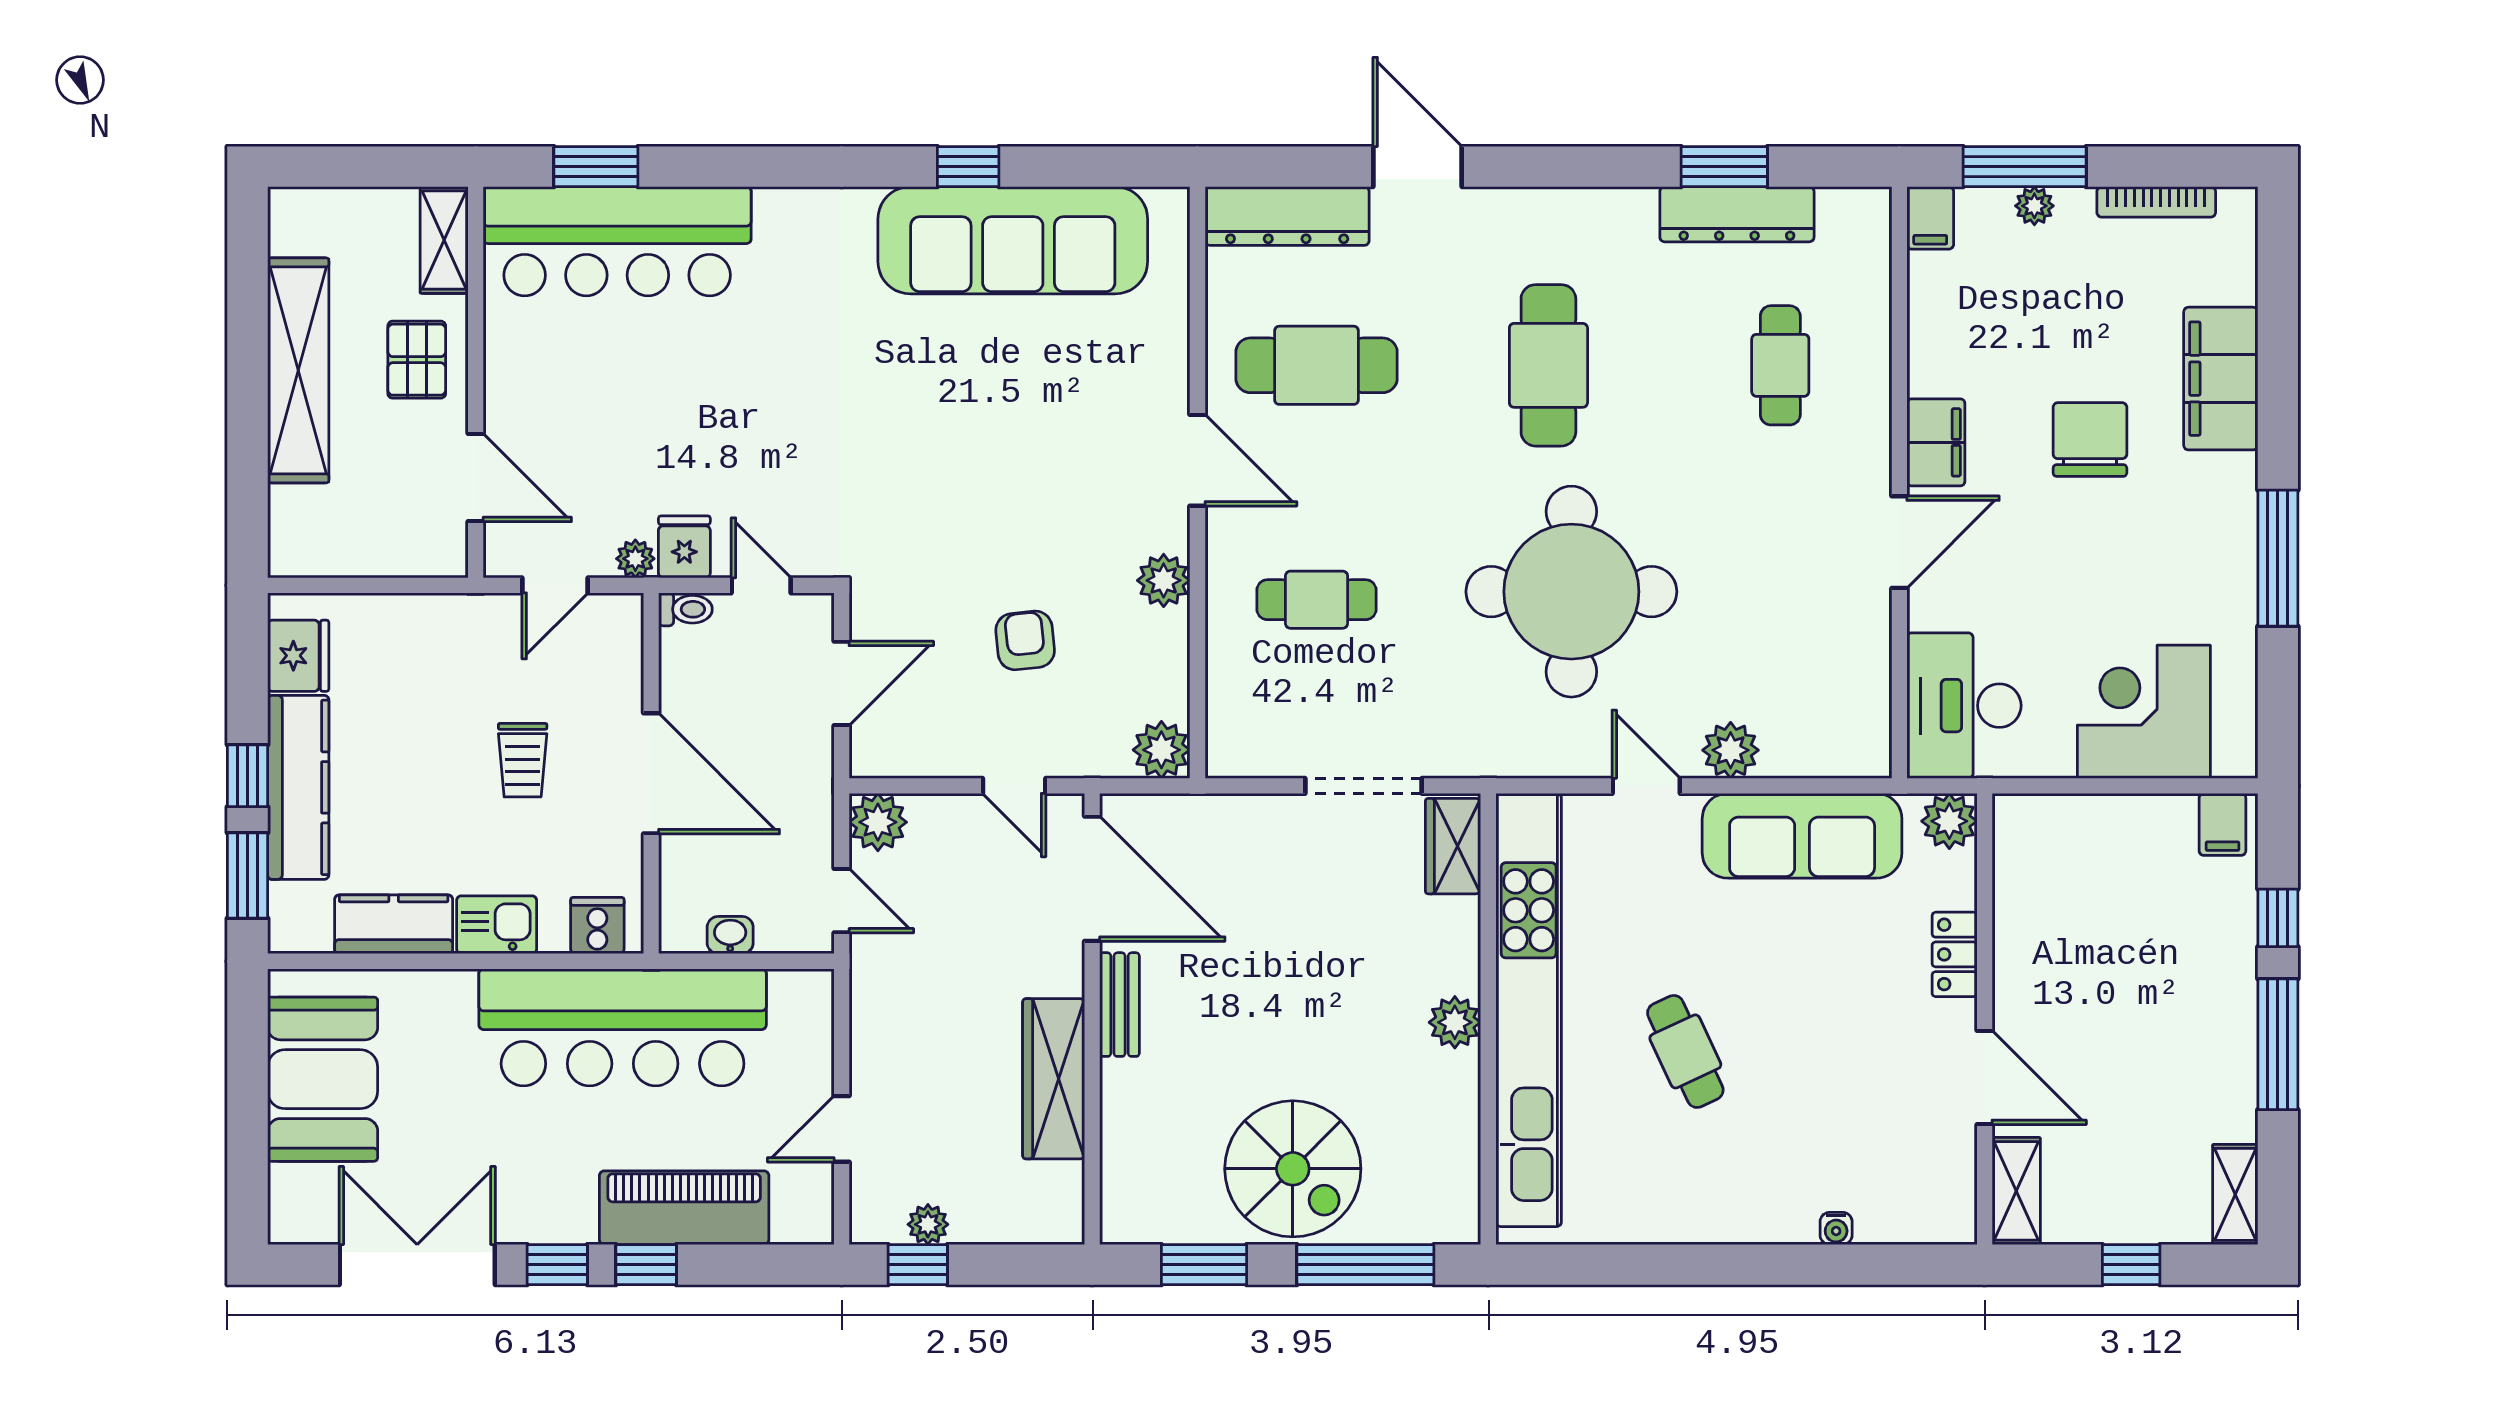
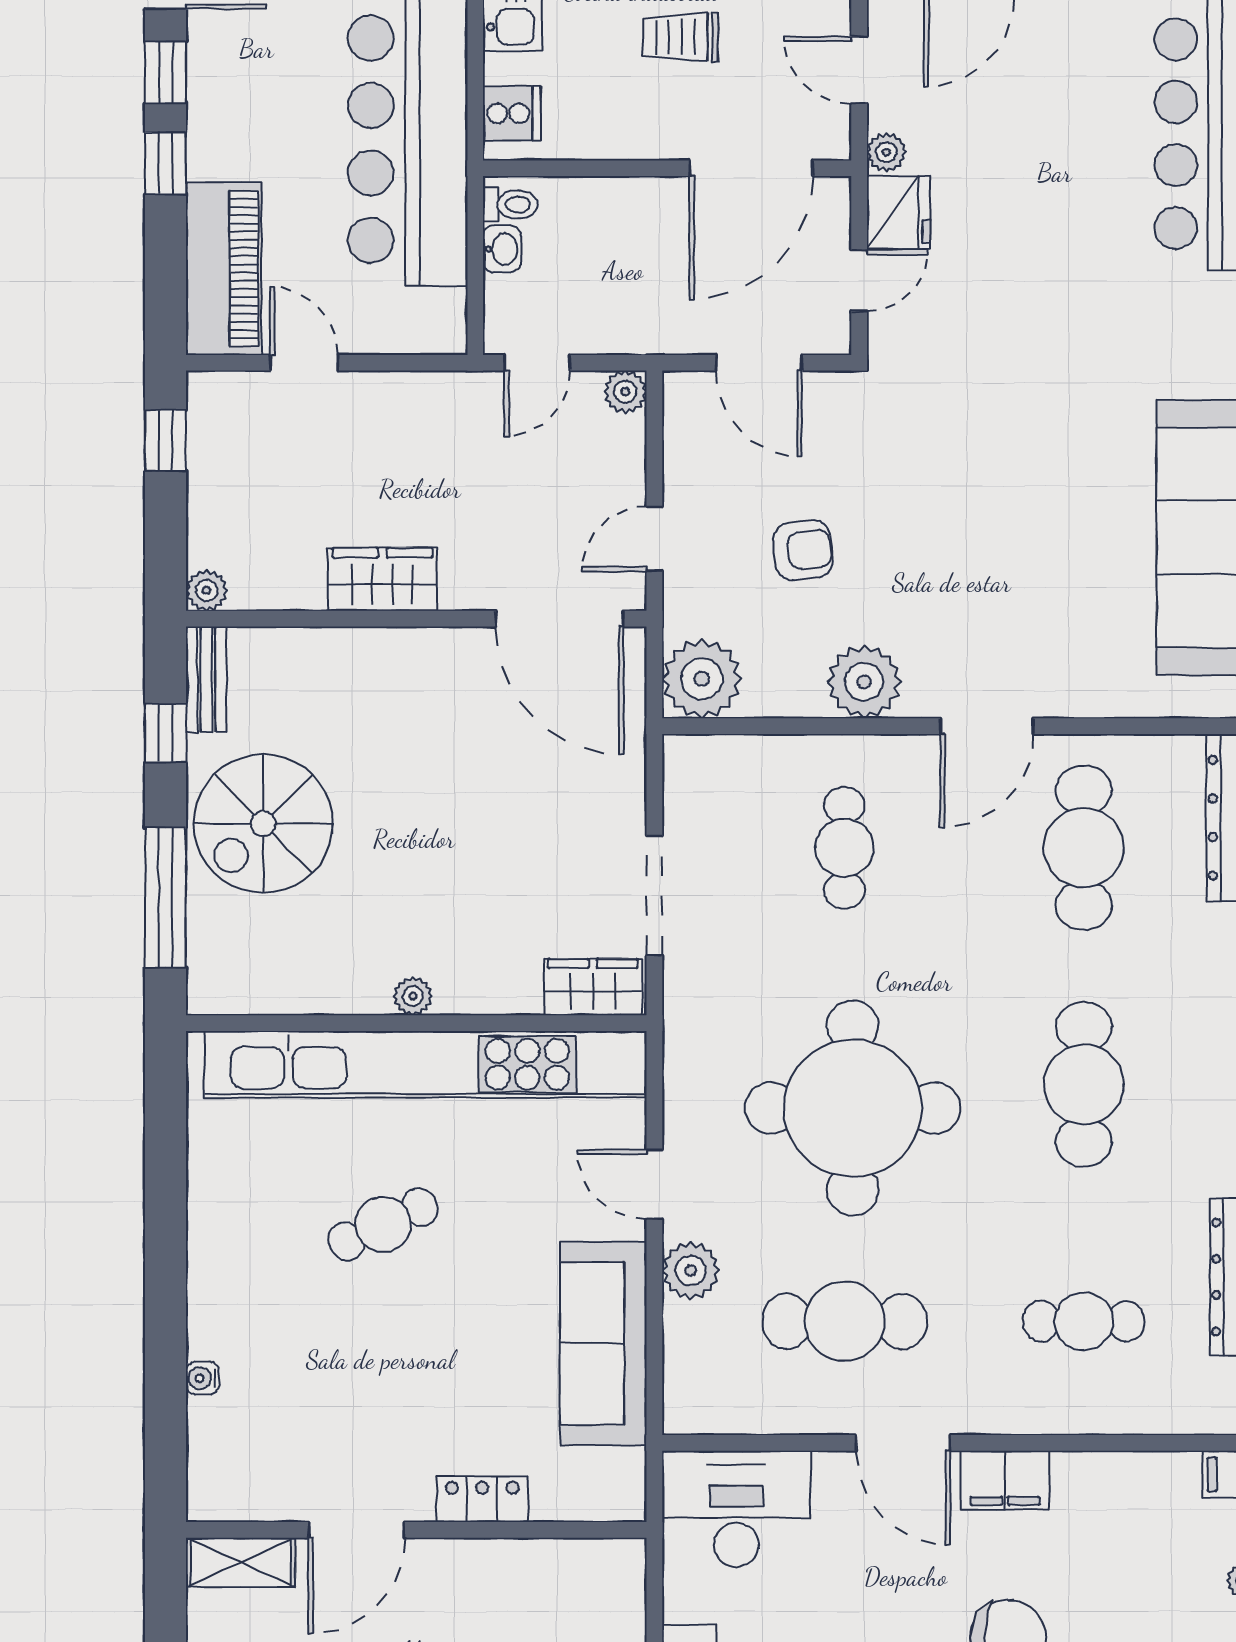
cafe table: (1548, 365) -> (1084, 1085), turned 90
fridge: (684, 547) -> (898, 212), width x1.38
plant: (1164, 580) -> (864, 682), width x1.36, depth x1.36
cafe table: (1780, 600) -> (844, 1321), added
toilet: (685, 609) -> (510, 204), moved, turned -90
plant: (1161, 750) -> (702, 679), width x1.36, depth x1.36
door: (651, 773) -> (751, 168), moved
door: (1646, 786) -> (654, 1184), swing flipped
plant: (1949, 821) -> (618, 1494), removed
plant: (878, 822) -> (625, 392), width x0.73, depth x0.73
door: (1092, 879) -> (560, 619), hinge flipped
bench: (1120, 1005) -> (206, 679), moved, turned 90
plant: (1455, 1022) -> (413, 996), width x0.73, depth x0.73
wardrobe: (1054, 1079) -> (382, 579), width x0.67
piano: (684, 1208) -> (224, 269), moved
plant: (928, 1224) -> (207, 590), moved
window: (1204, 1265) -> (166, 733), width x0.67

